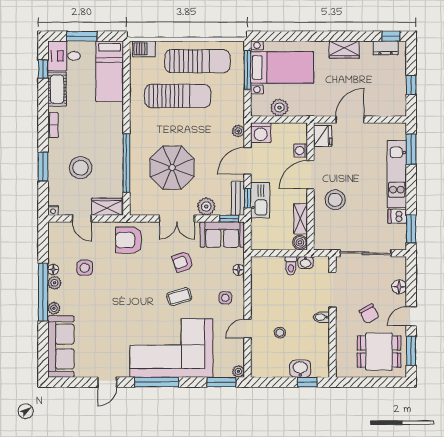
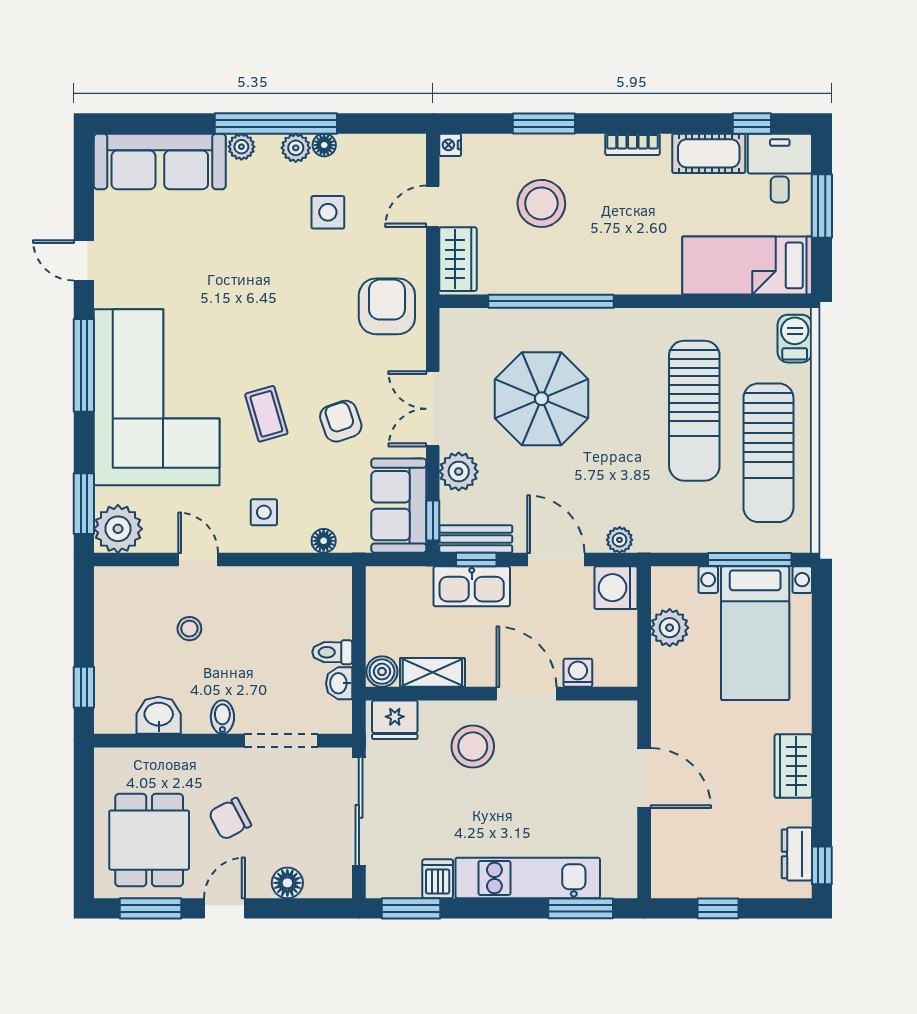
fridge: (323, 136) -> (395, 720), moved
door: (411, 316) -> (225, 908), hinge flipped
washbasin: (300, 369) -> (159, 715), moved, turned -90
plant: (238, 371) -> (118, 529), width x1.88, depth x1.88

